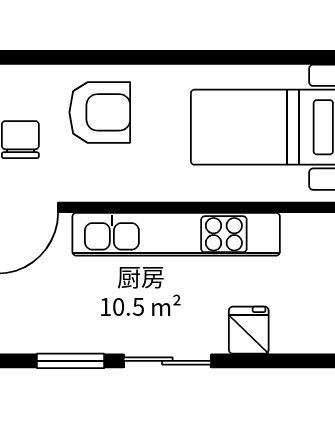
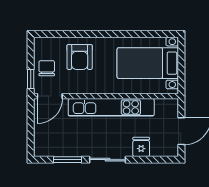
armchair: (100, 112) -> (80, 57), turned 90

